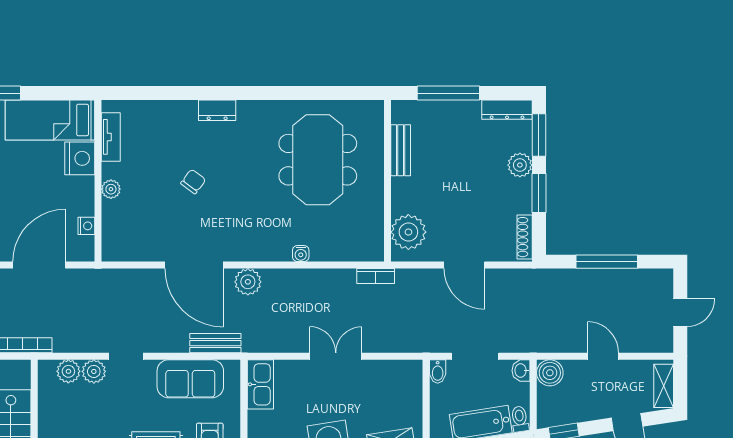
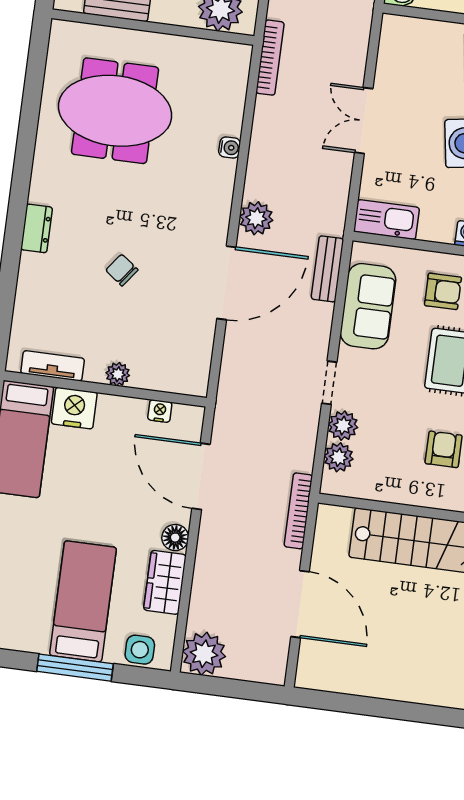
bookcase: (376, 276) -> (270, 58), width x1.56

